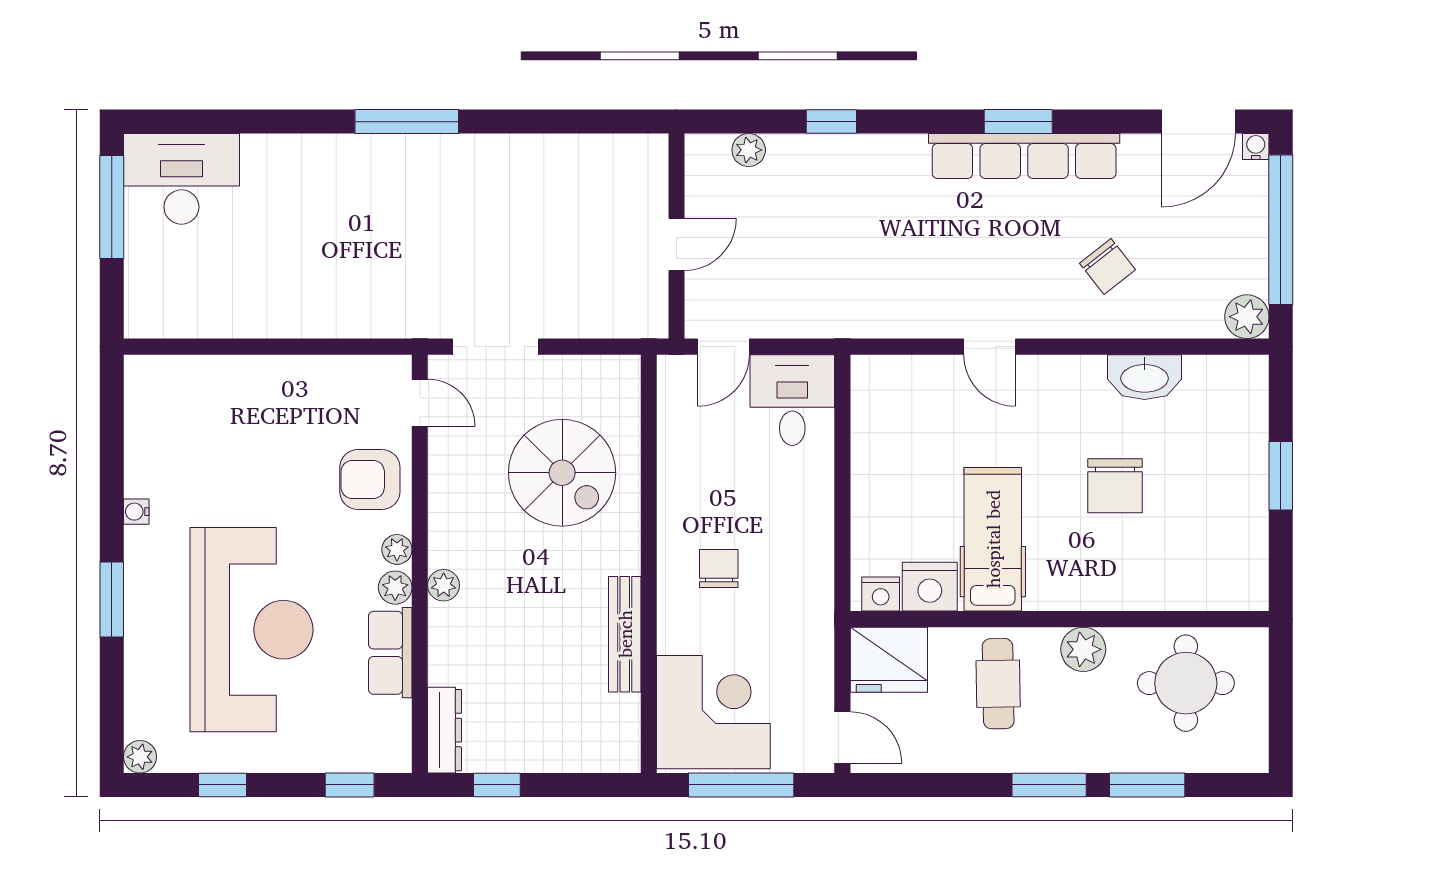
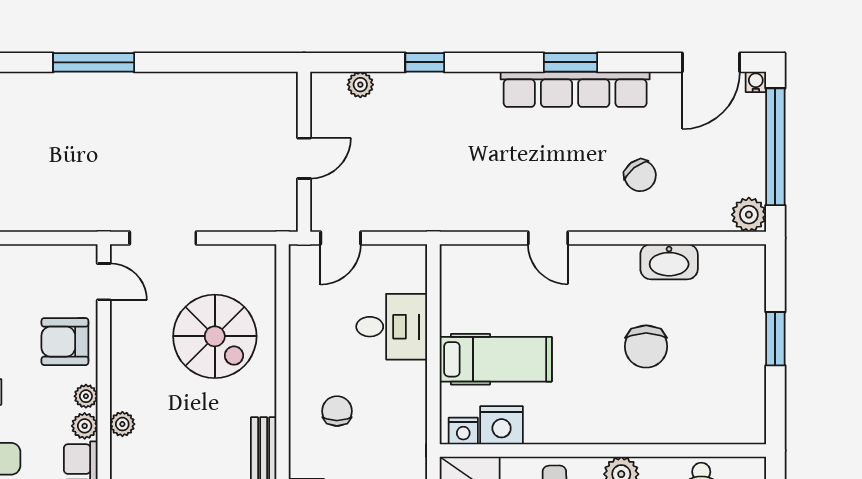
desk: (792, 400) -> (392, 327), moved, turned 90
hospital bed: (993, 539) -> (496, 359), moved, turned 90

